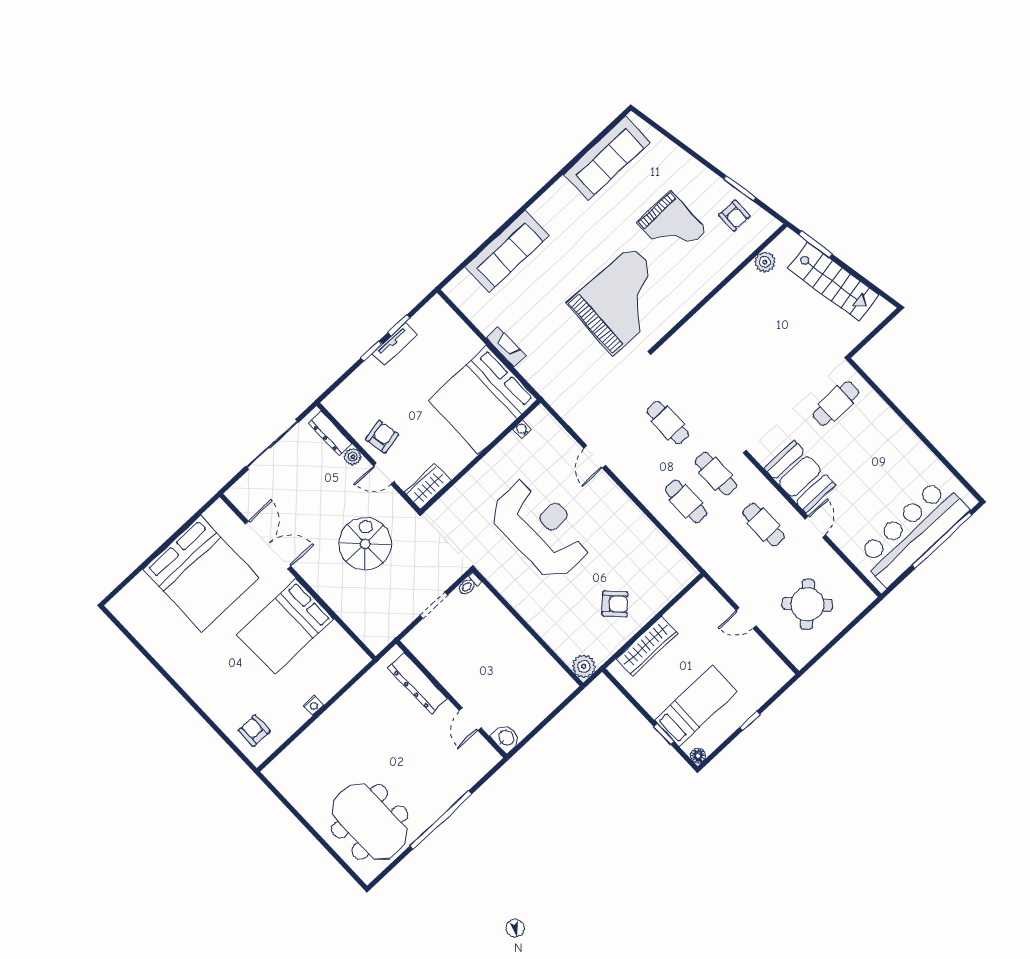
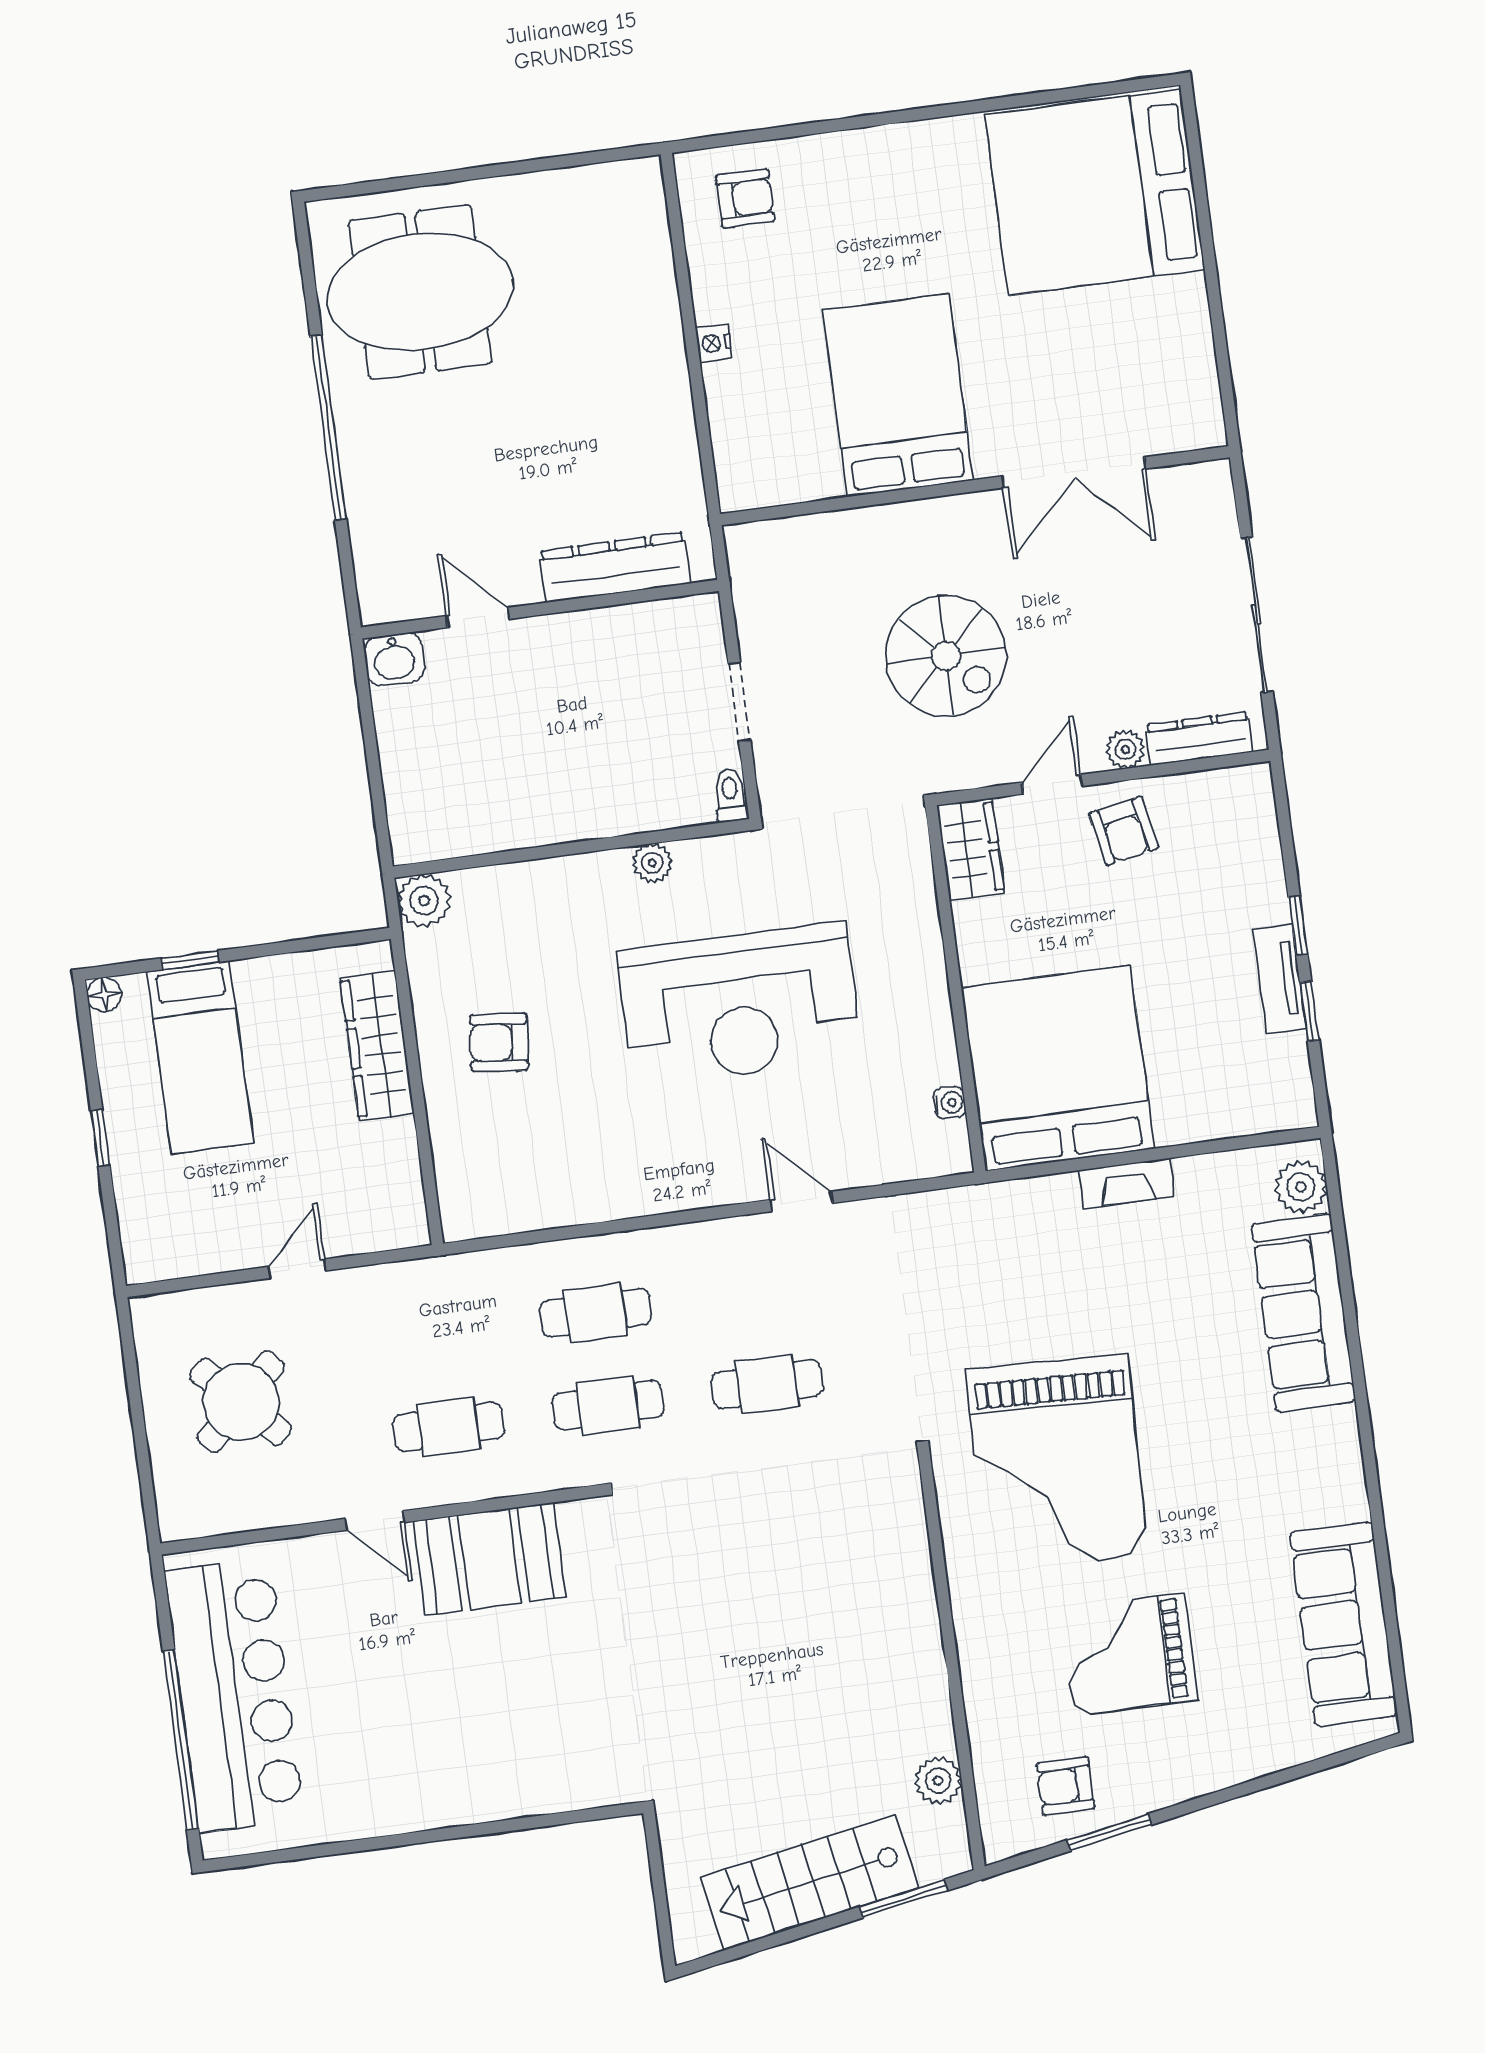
plant: (463, 284) -> (1301, 1187), added
cafe table: (836, 404) -> (578, 1724), removed
bed: (201, 574) -> (1095, 192), moved
plant: (513, 595) -> (652, 863), added
armchair: (615, 604) -> (499, 1043), turned 50

